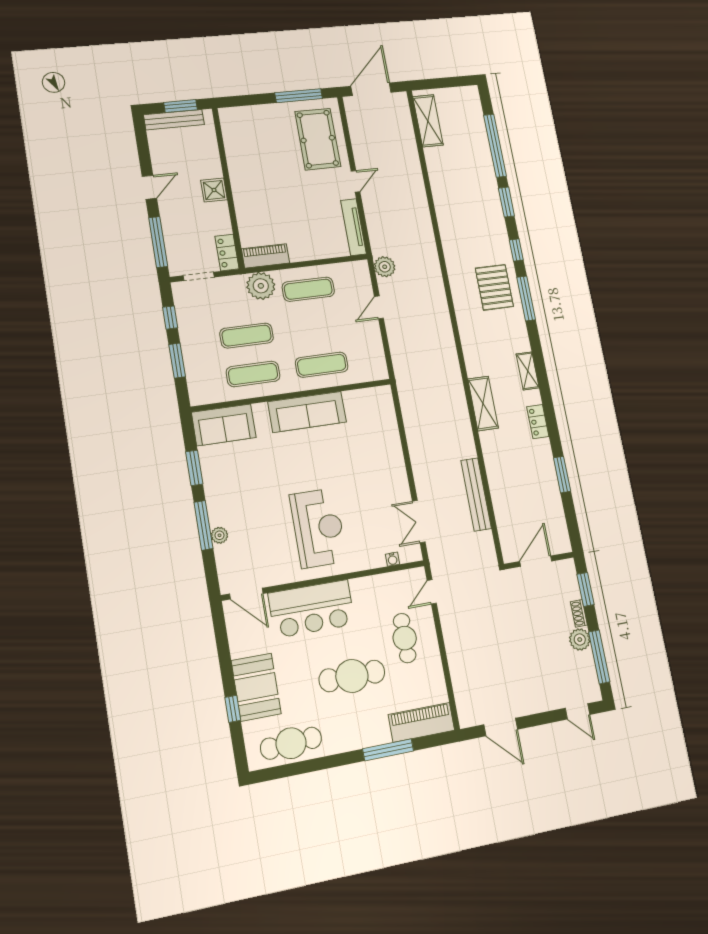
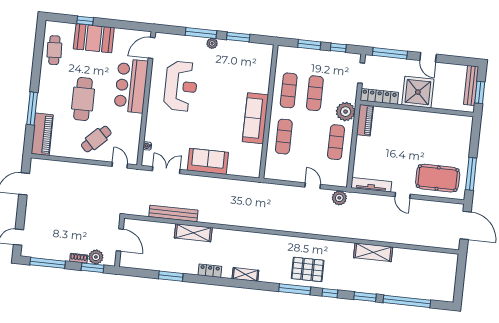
shelving: (428, 121) -> (373, 252), moved
shower: (214, 190) -> (418, 92), width x1.86, depth x1.86
locker: (227, 253) -> (379, 96), width x1.53
shelving: (483, 403) -> (193, 233), moved
sofa: (224, 425) -> (208, 161), moved, turned 90
reception desk: (318, 528) -> (181, 86), moved, turned -90
plant: (220, 535) -> (212, 43), moved
cafe table: (405, 638) -> (96, 139), turned -44
plant: (580, 640) -> (96, 257), moved
cafe table: (291, 743) -> (54, 50), width x0.73, depth x0.74

